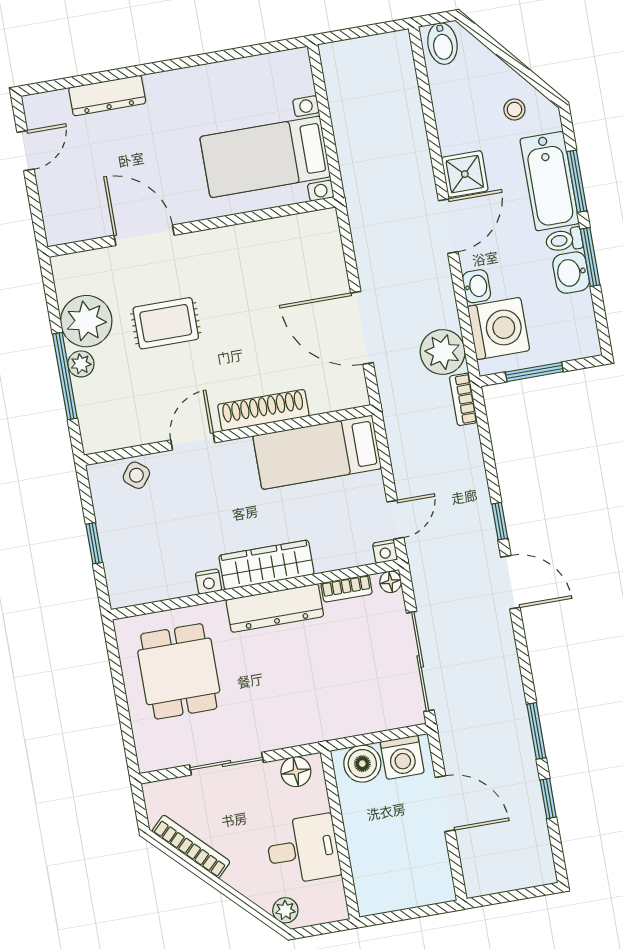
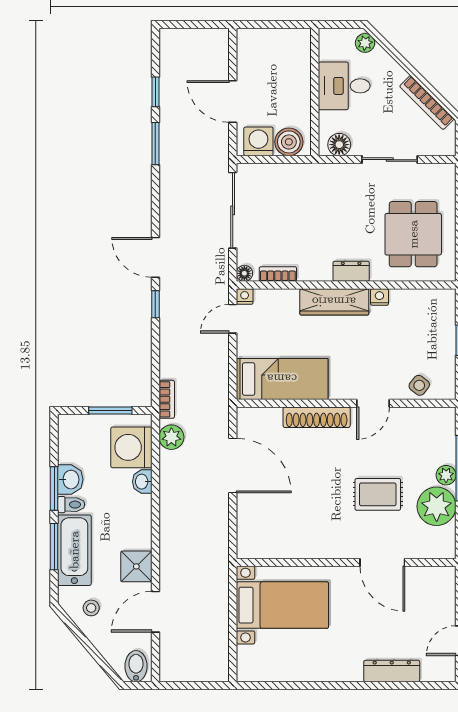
door: (448, 226) -> (155, 612), moved
plant: (443, 352) -> (171, 437), width x0.73, depth x0.73
dresser: (275, 608) -> (351, 271), width x0.51, depth x0.80

